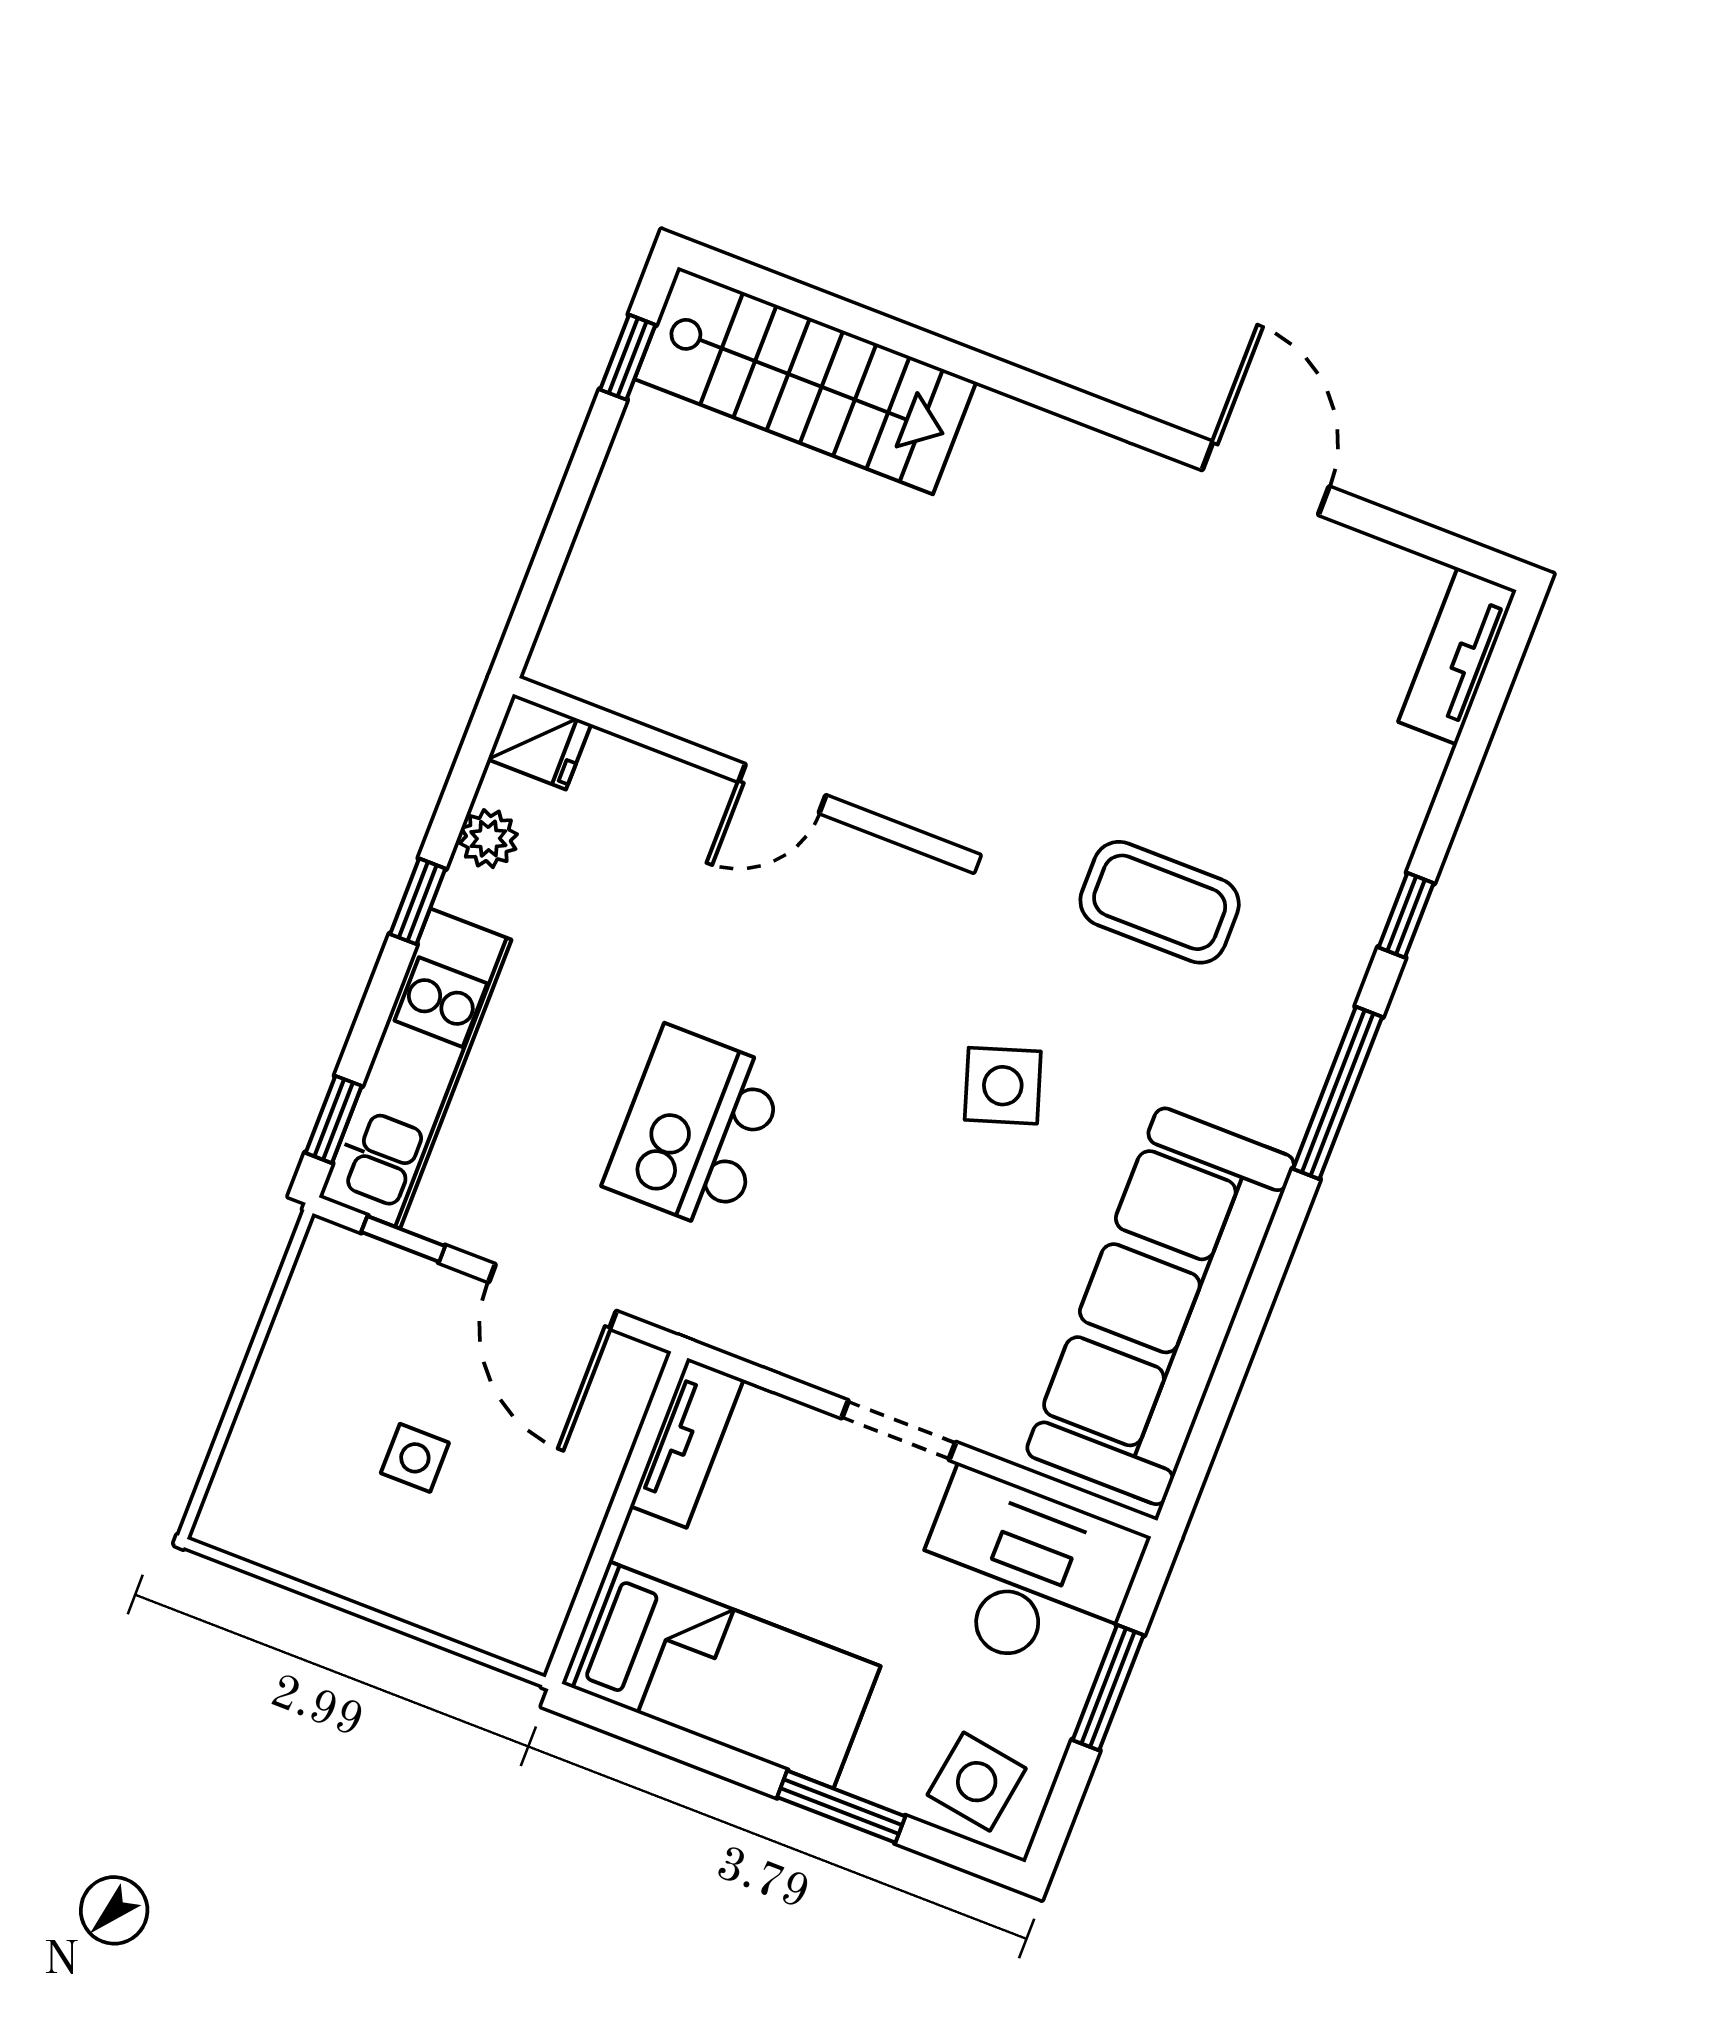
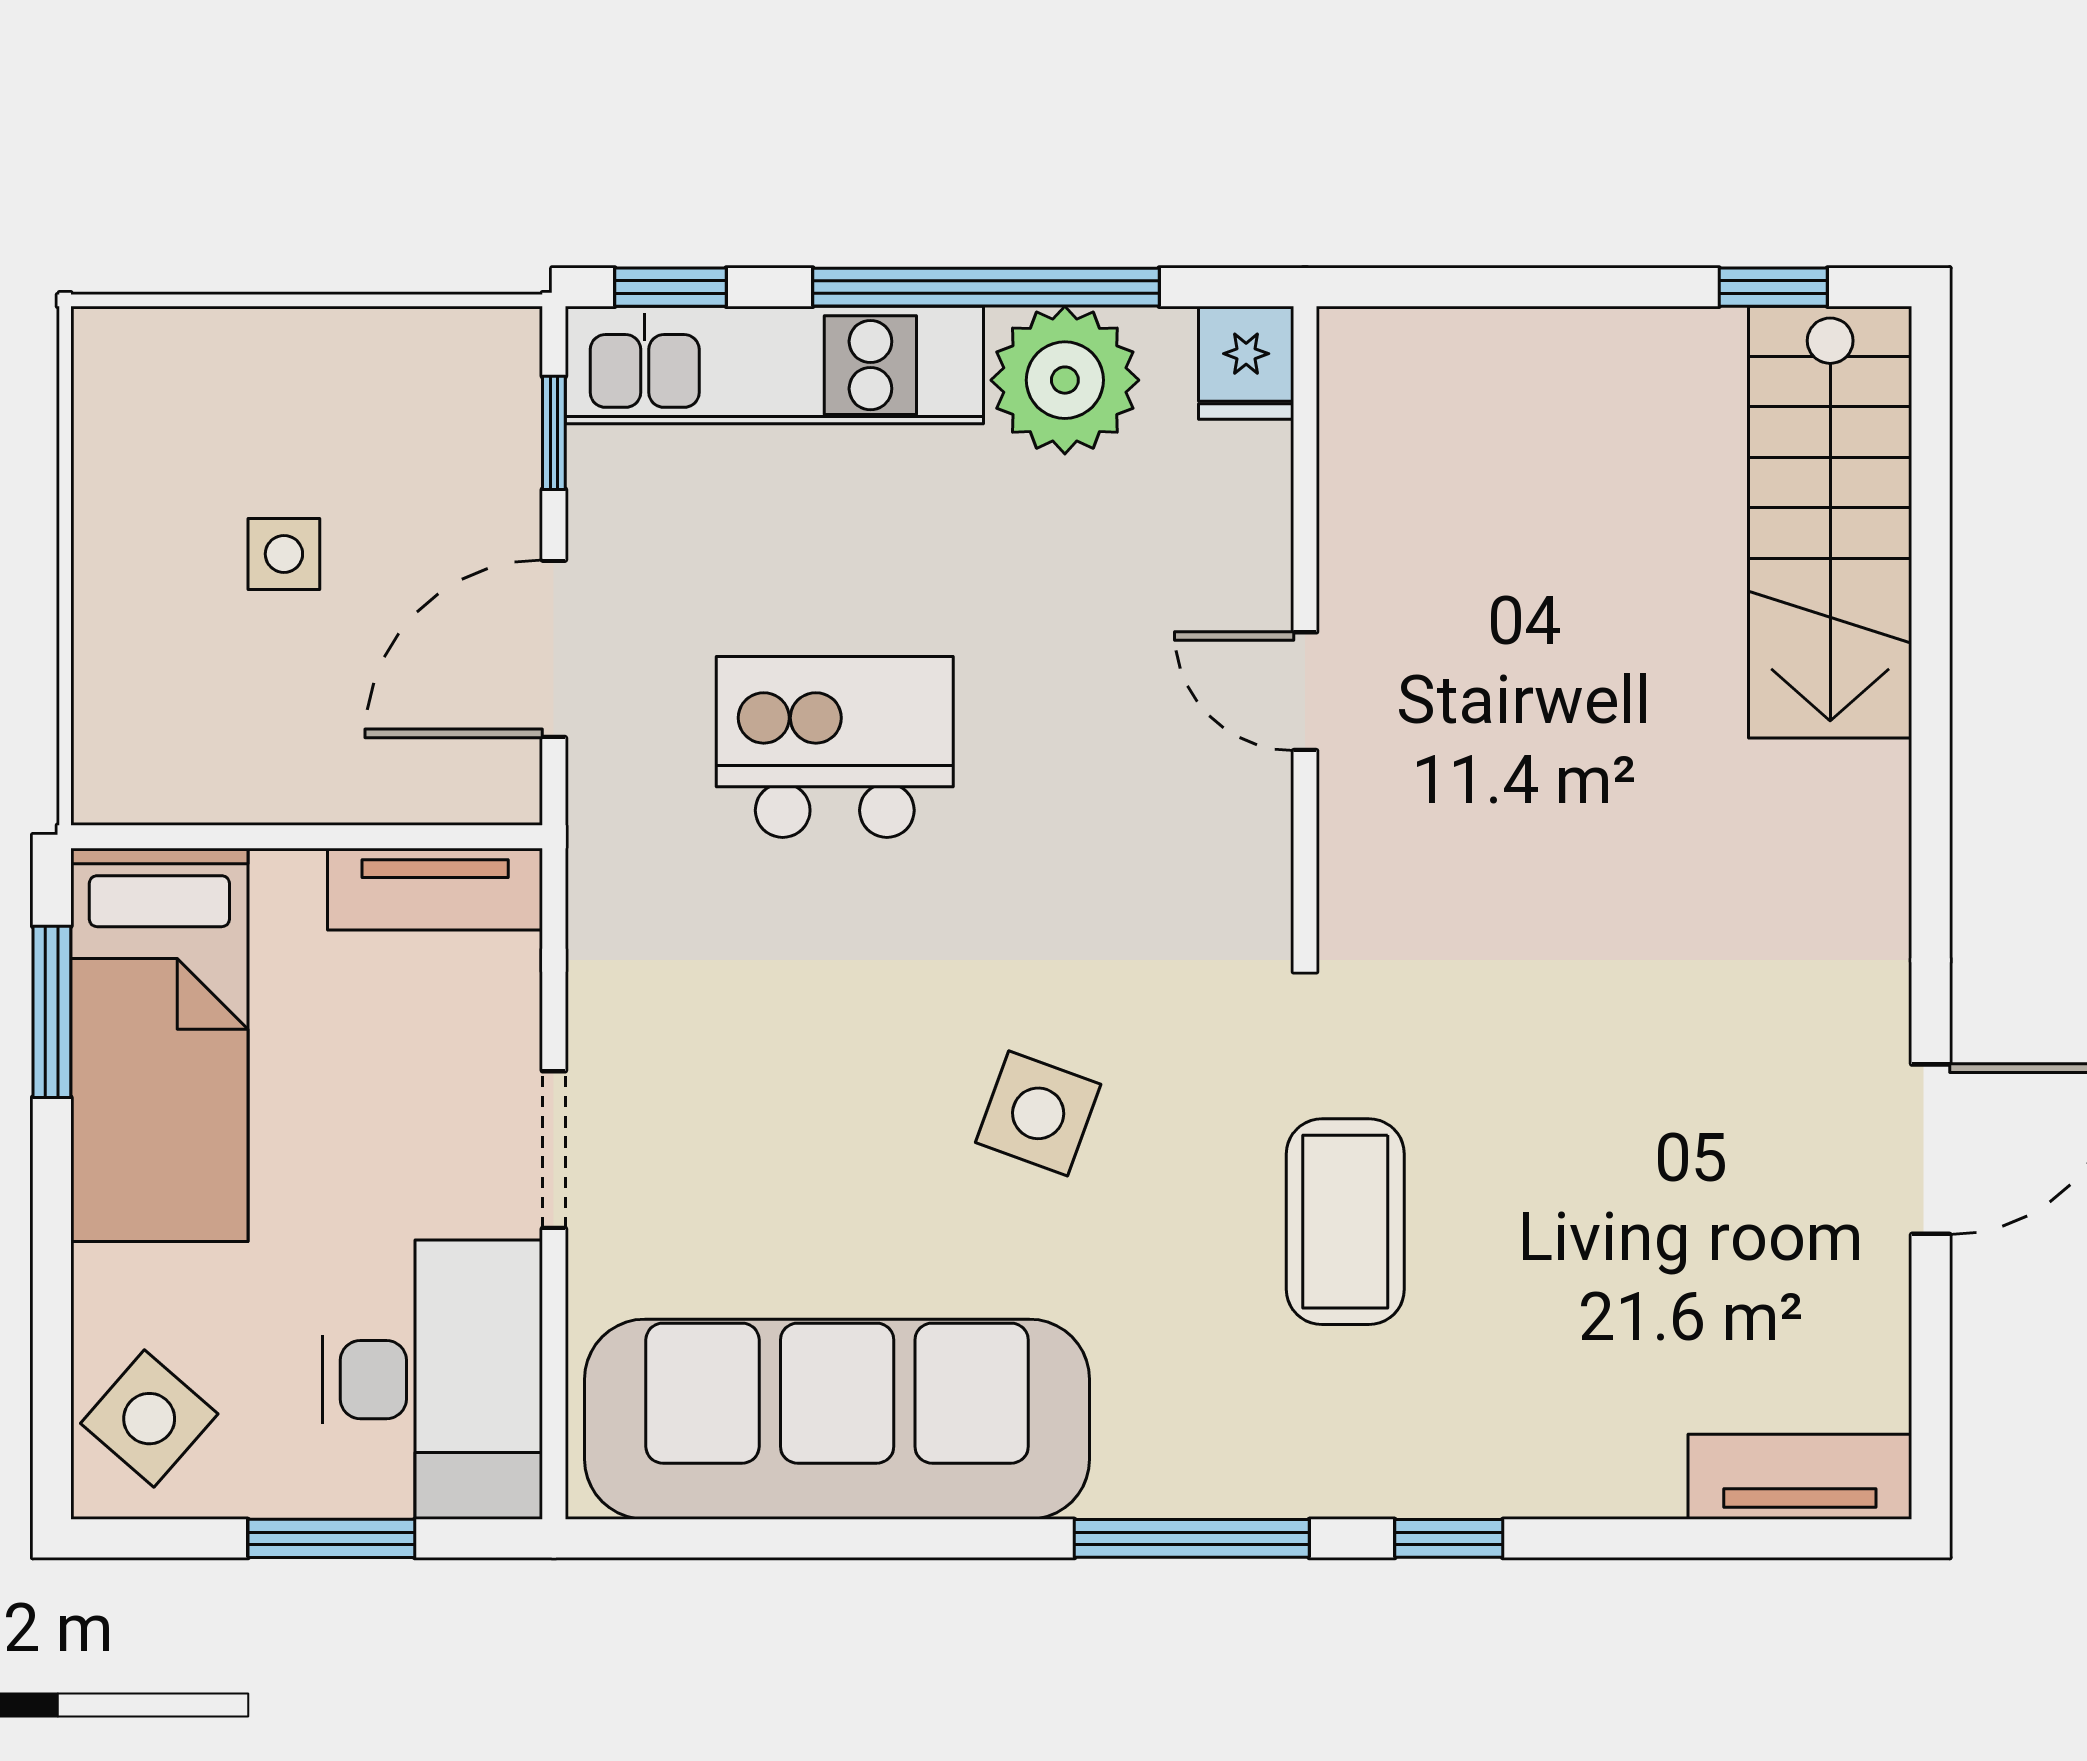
plant: (488, 839) -> (1065, 380), width x1.87, depth x1.87
window: (418, 901) -> (986, 287), width x3.17
side table: (1003, 1086) -> (1038, 1113), turned 38
side table: (977, 1782) -> (149, 1419), turned 32
window: (841, 1807) -> (52, 1012), moved

